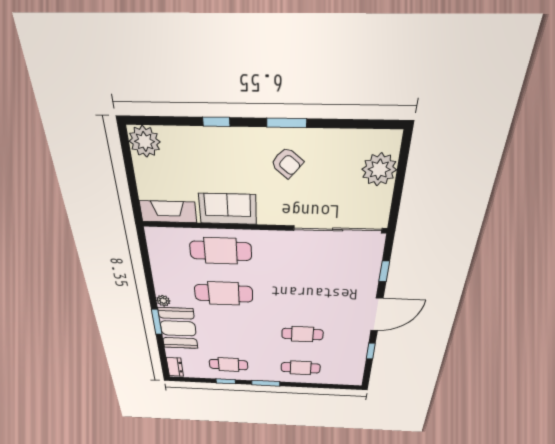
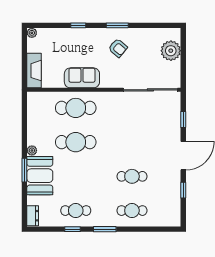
plant: (145, 141) -> (32, 33), width x0.53, depth x0.53
fireplace: (168, 212) -> (34, 71), moved, turned 90

